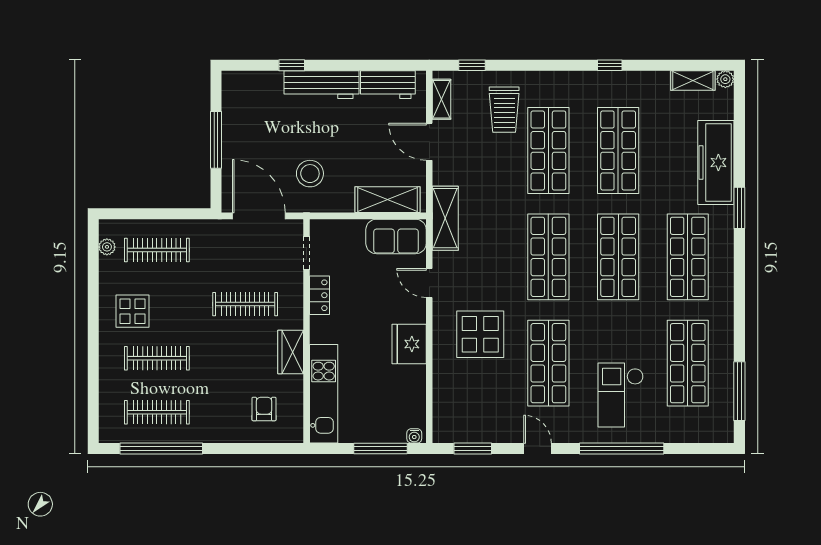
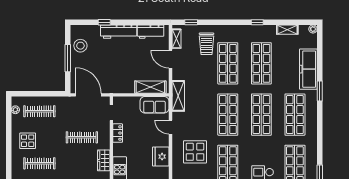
shelving: (693, 80) -> (287, 30), moved
stool: (310, 174) -> (80, 46), moved

